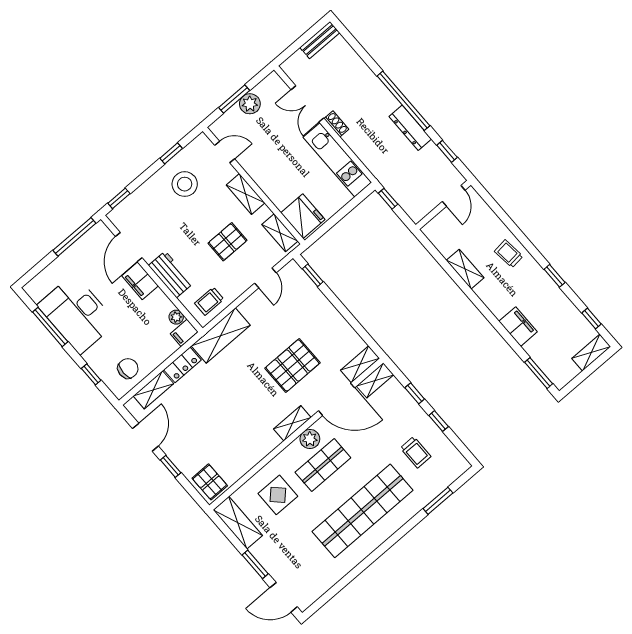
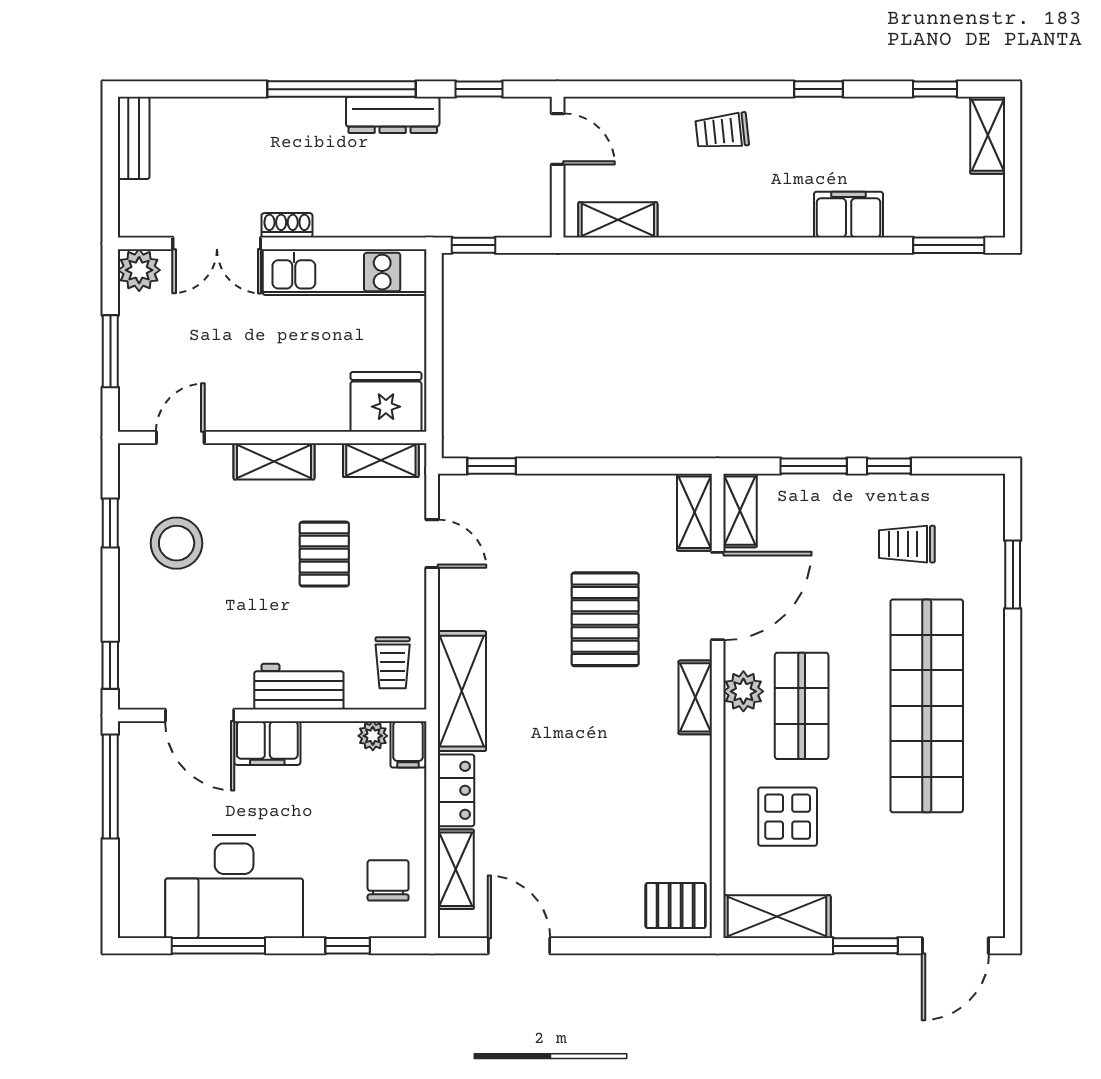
plant: (250, 104) -> (139, 270), moved
shelving: (465, 269) -> (618, 220), moved
window: (415, 393) -> (814, 466), width x1.50
trolley: (416, 452) -> (907, 544), turned 180
window: (171, 466) -> (598, 946), removed

